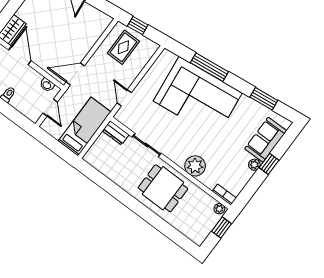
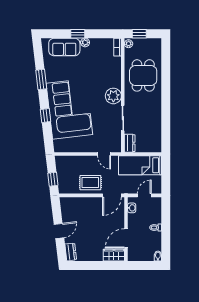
rug: (123, 47) -> (90, 183), moved
window: (209, 67) -> (45, 115), width x0.46
door: (75, 74) -> (112, 195), hinge flipped
door: (124, 98) -> (104, 154), hinge flipped
window: (264, 99) -> (41, 79), moved
plant: (195, 166) -> (113, 96), moved
dining table: (163, 188) -> (143, 75), moved

